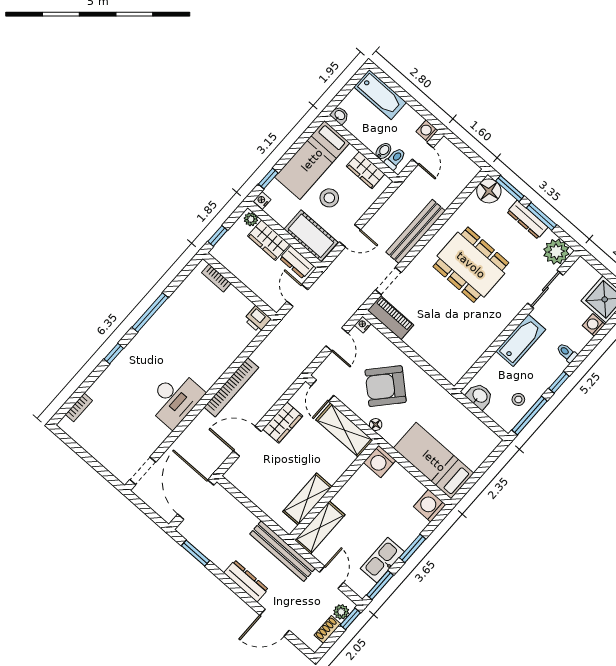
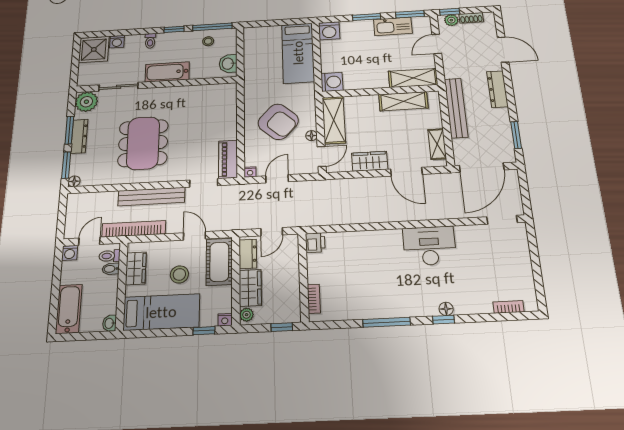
floor lamp: (489, 191) -> (74, 181), width x0.53, depth x0.53
floor lamp: (119, 363) -> (446, 309), added
bookcase: (231, 387) -> (134, 229), moved
floor lamp: (376, 425) -> (311, 136), moved
shelving: (247, 487) -> (437, 144), added
bench: (283, 551) -> (456, 108), moved

